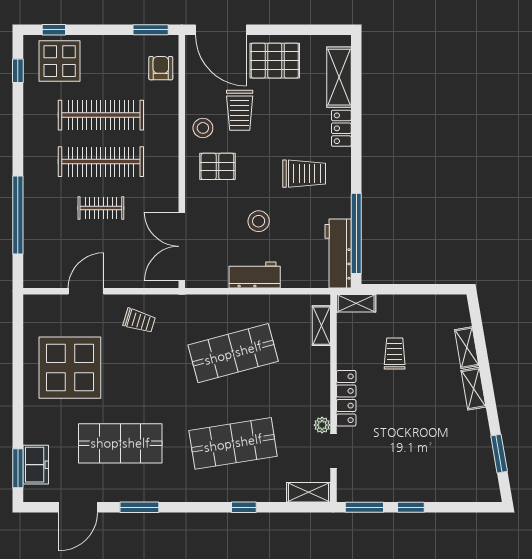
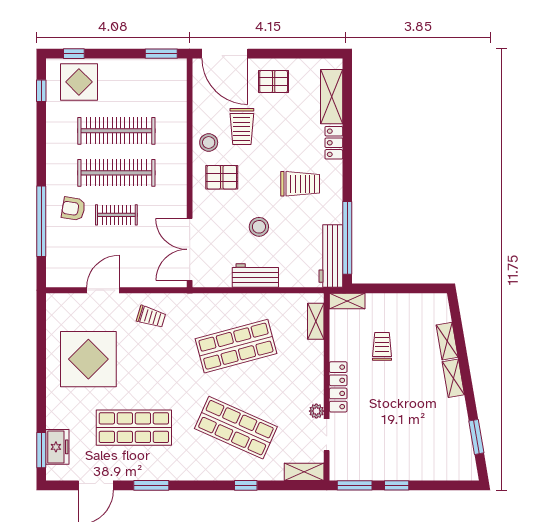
pallet: (275, 61) -> (274, 82), width x0.67, depth x0.71
armchair: (161, 68) -> (73, 209), moved, turned -81
shop shelf: (233, 443) -> (236, 428), turned 33

